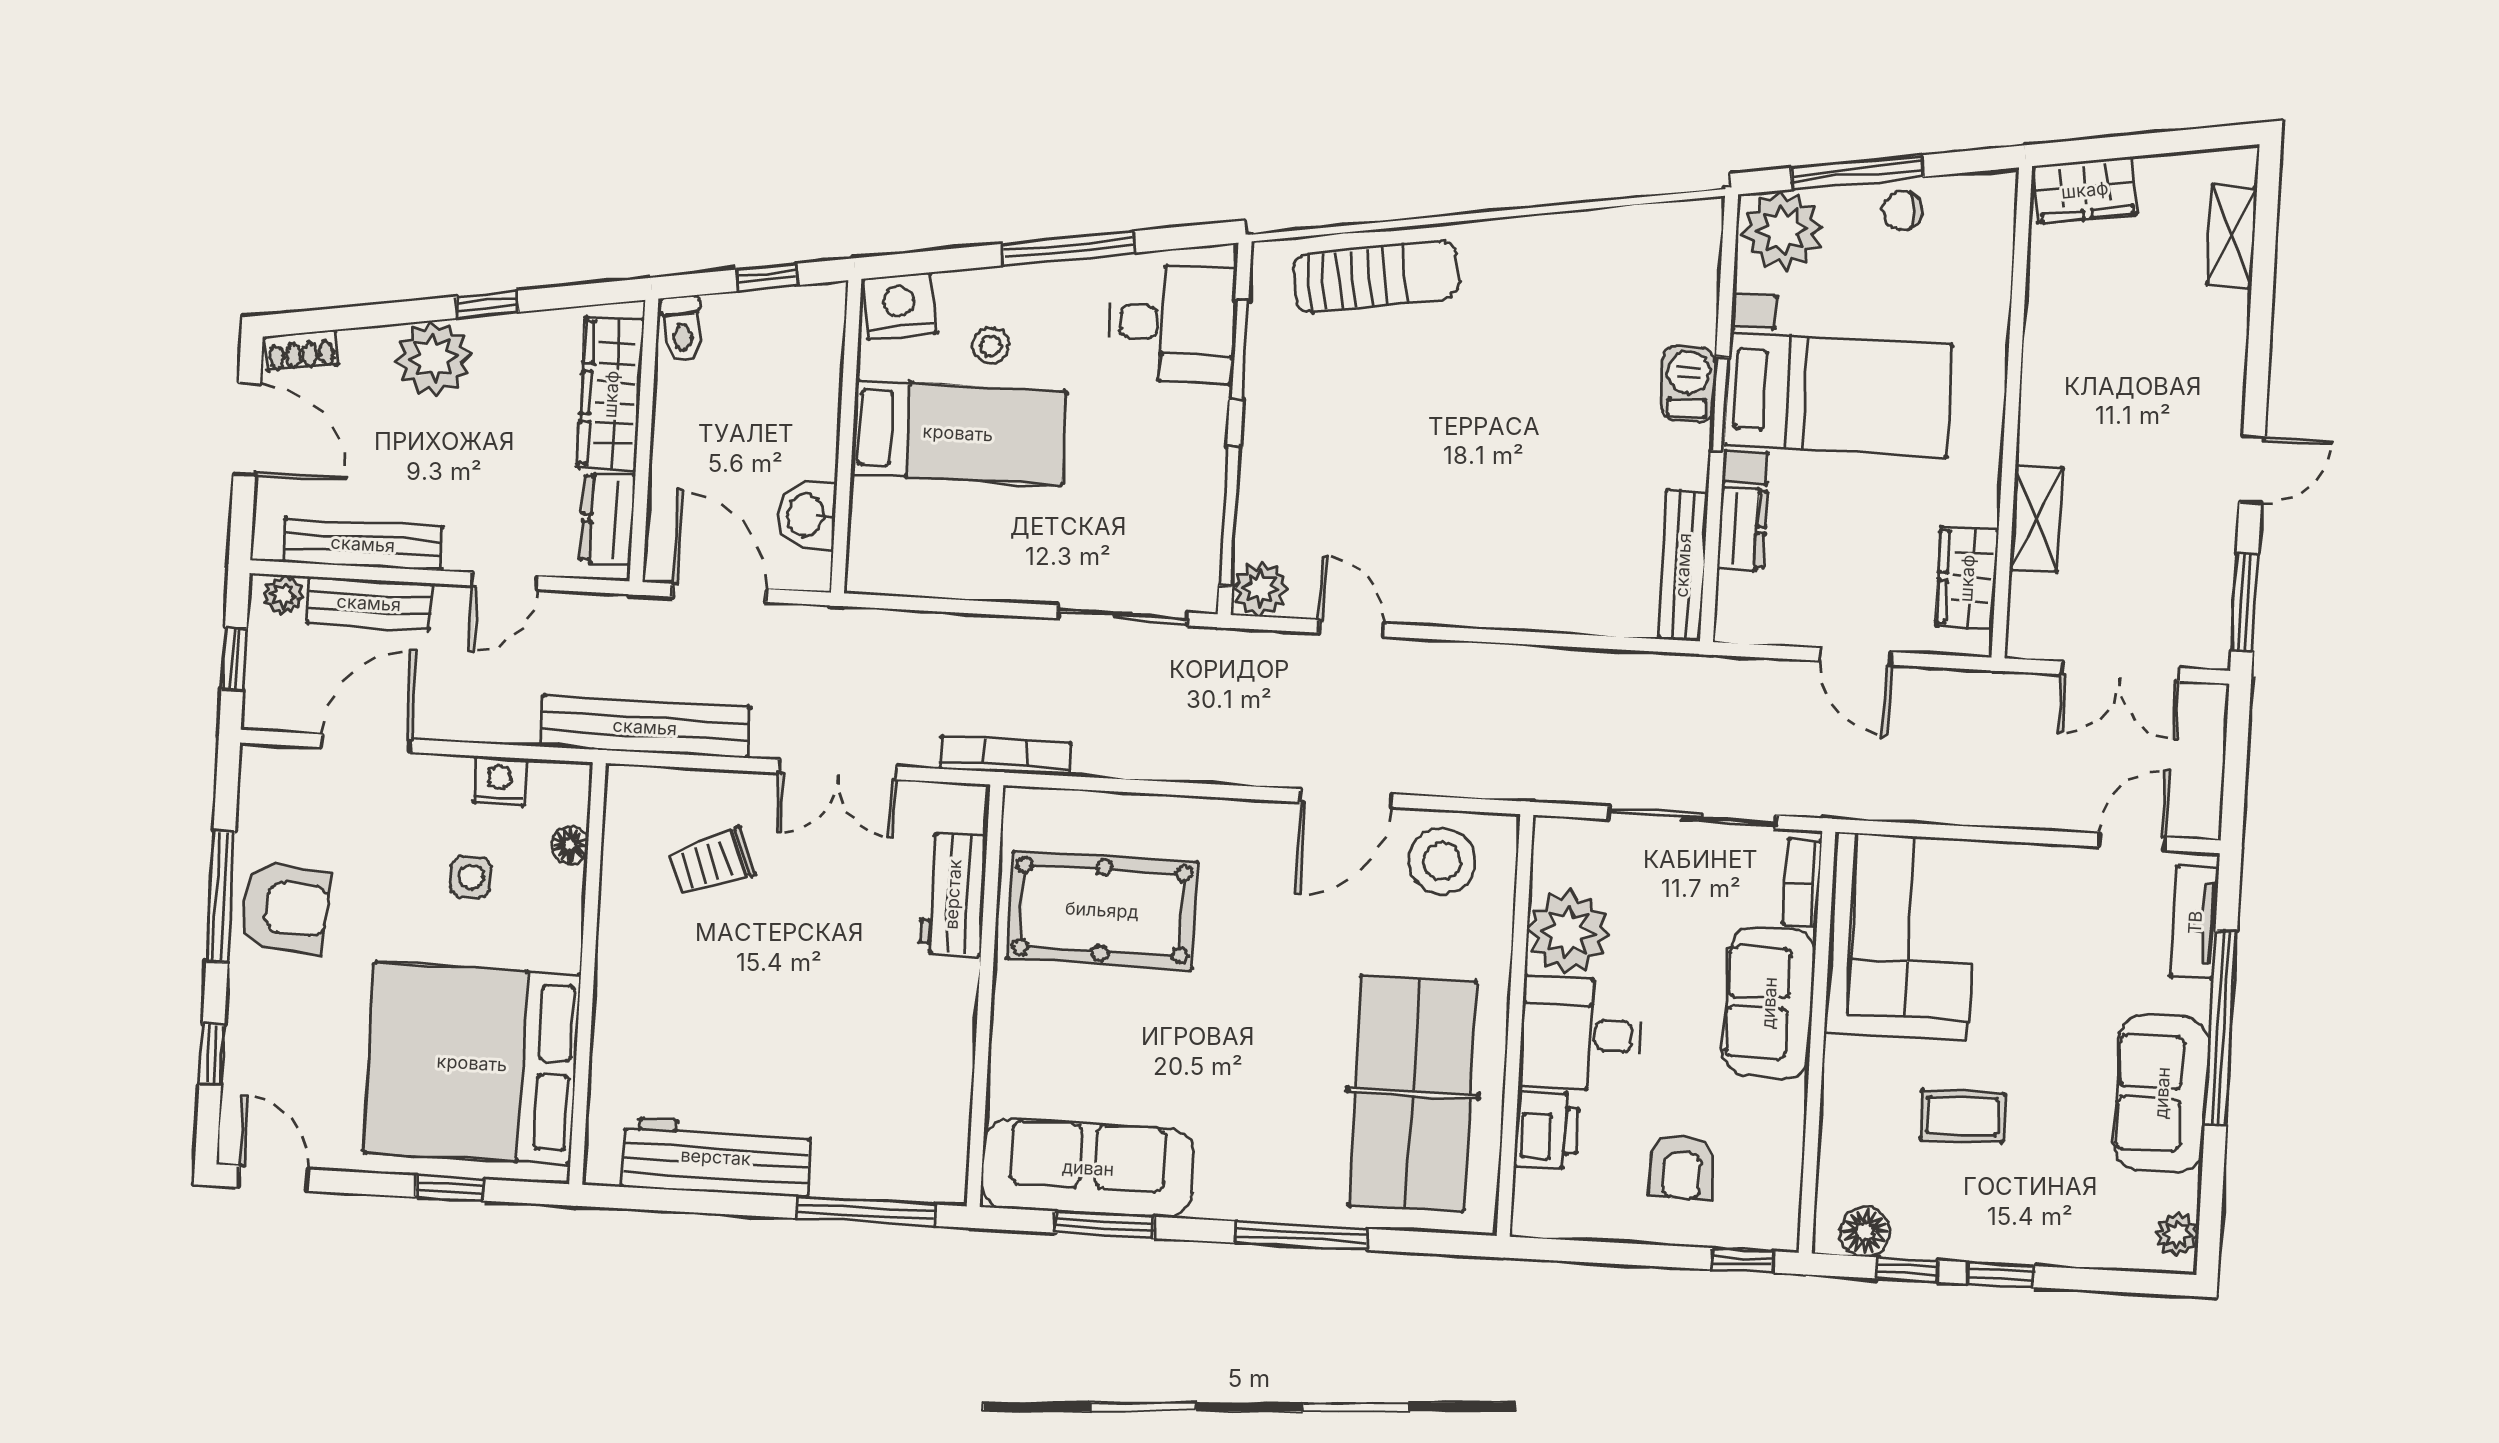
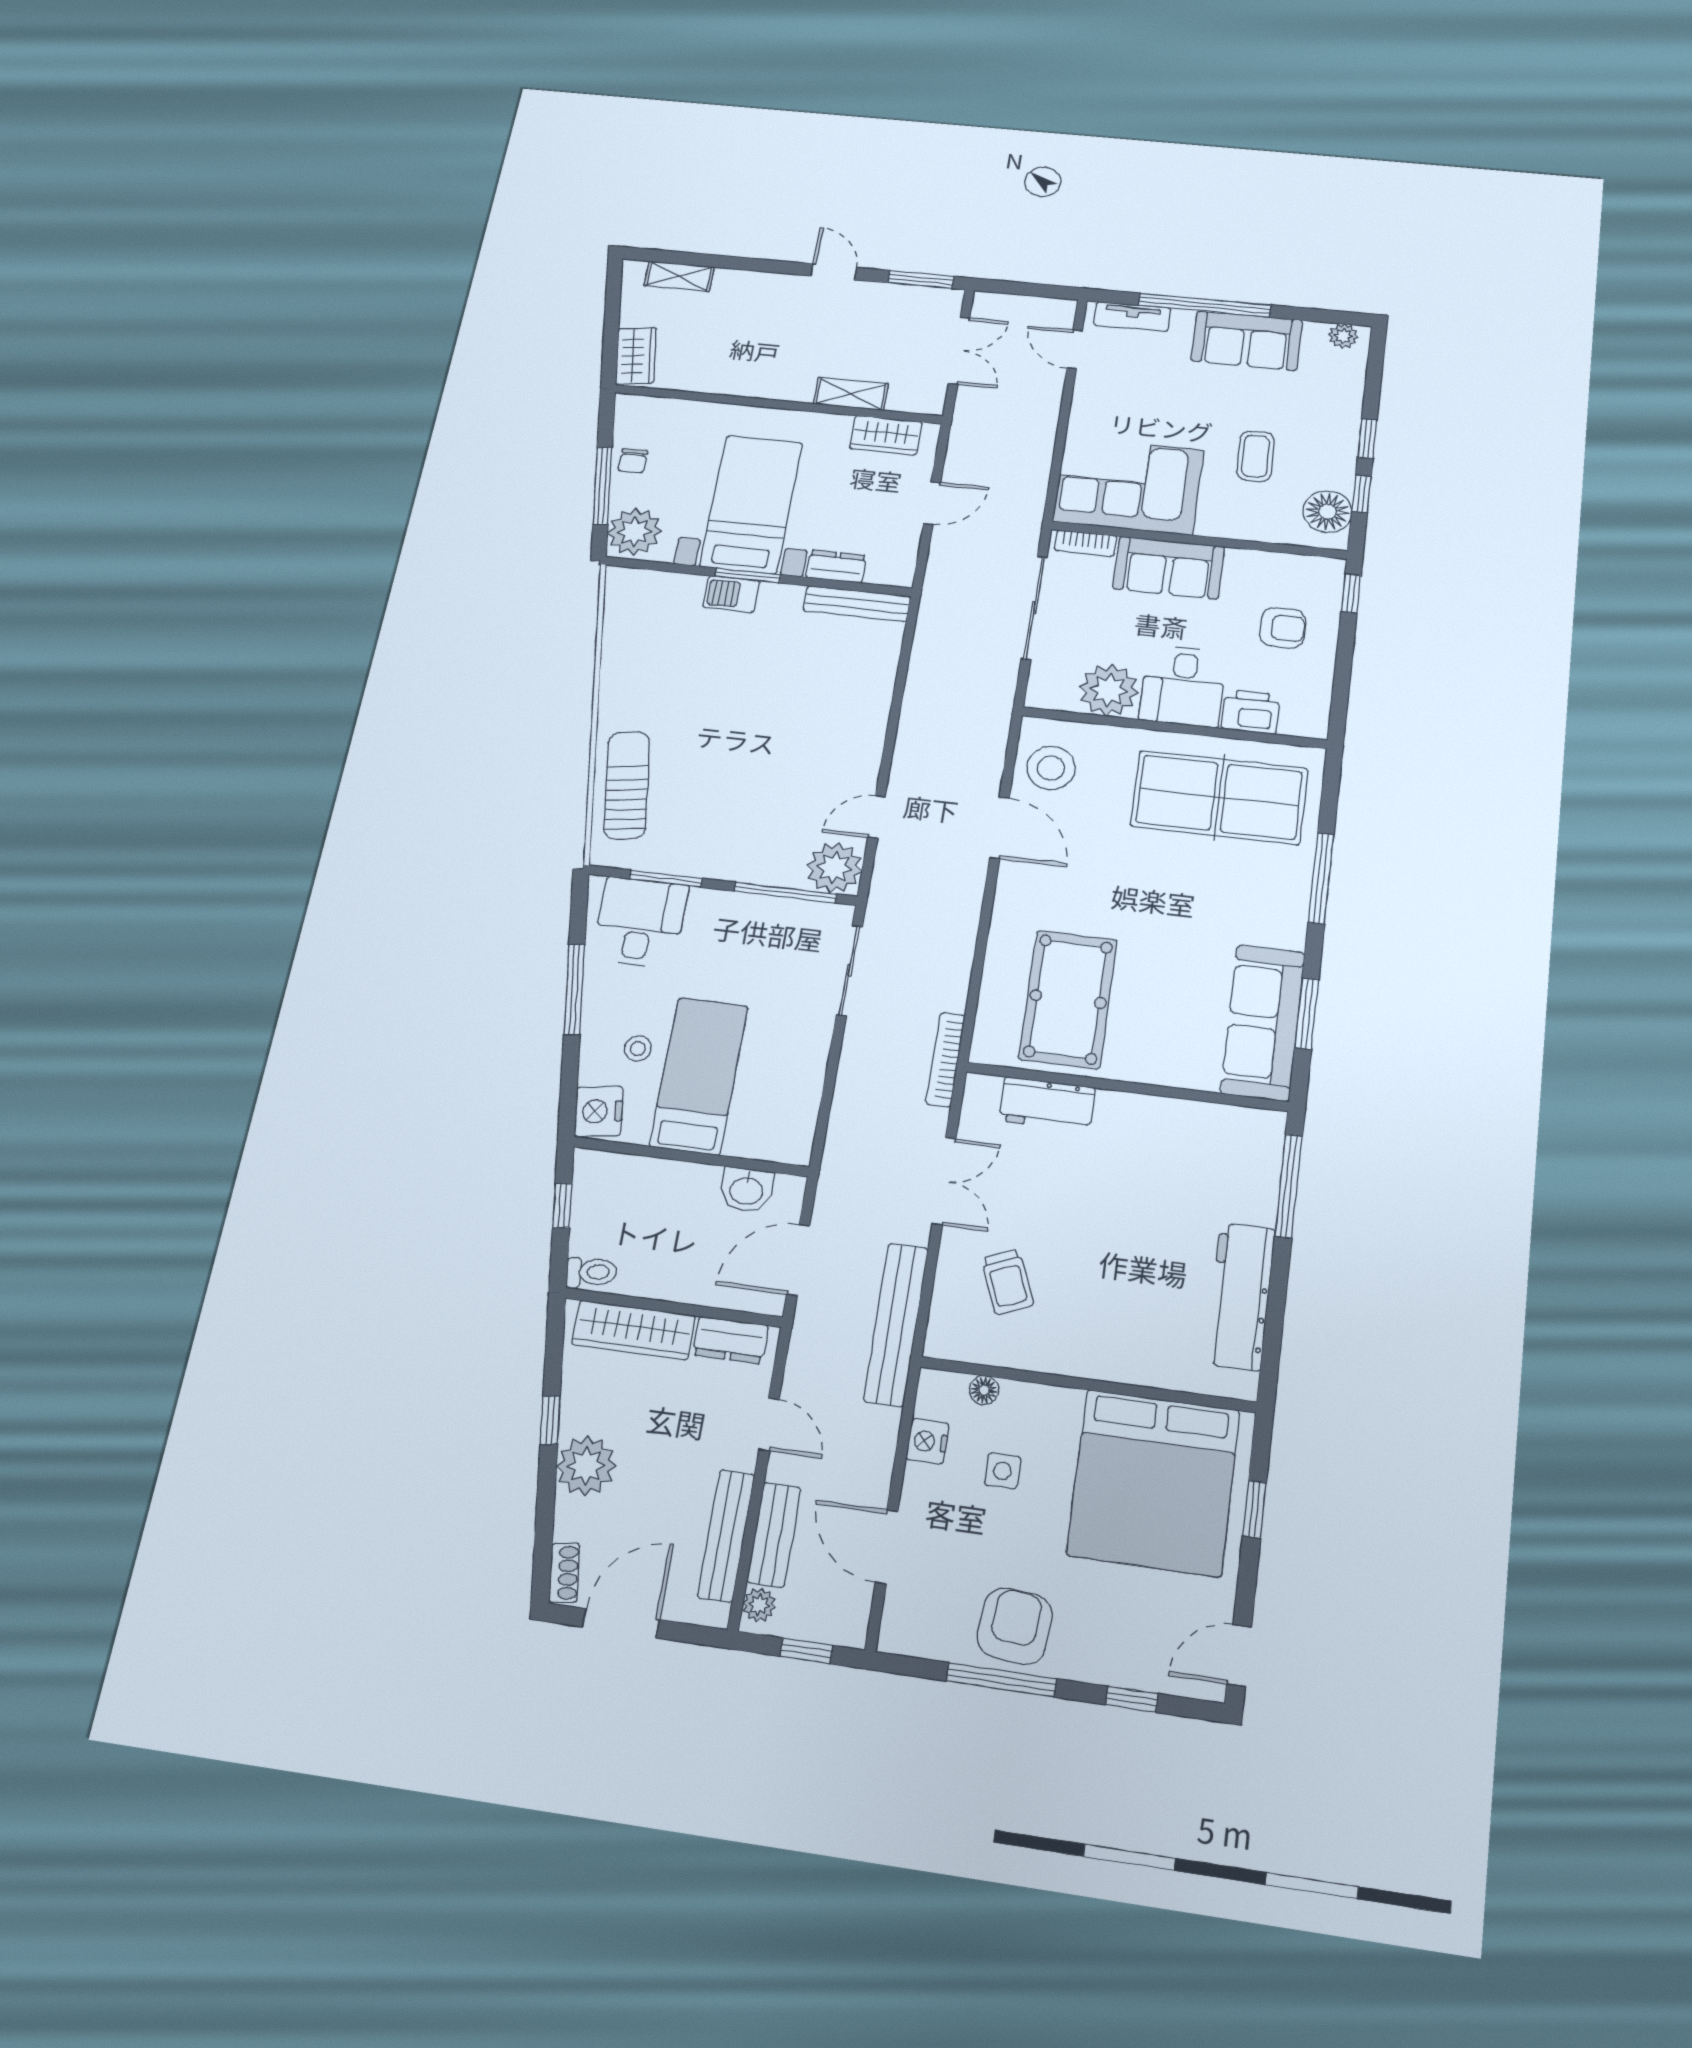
plant: (1260, 589) -> (835, 868), width x1.36, depth x1.36
floor lamp: (1865, 1231) -> (1328, 512), width x1.38, depth x1.38

